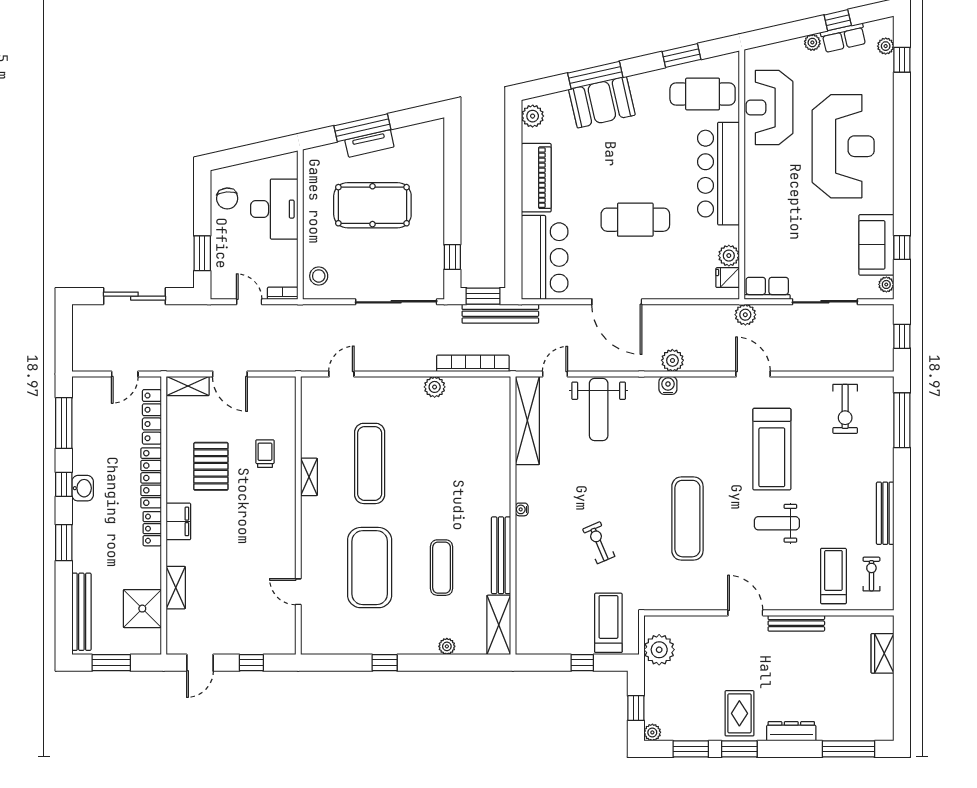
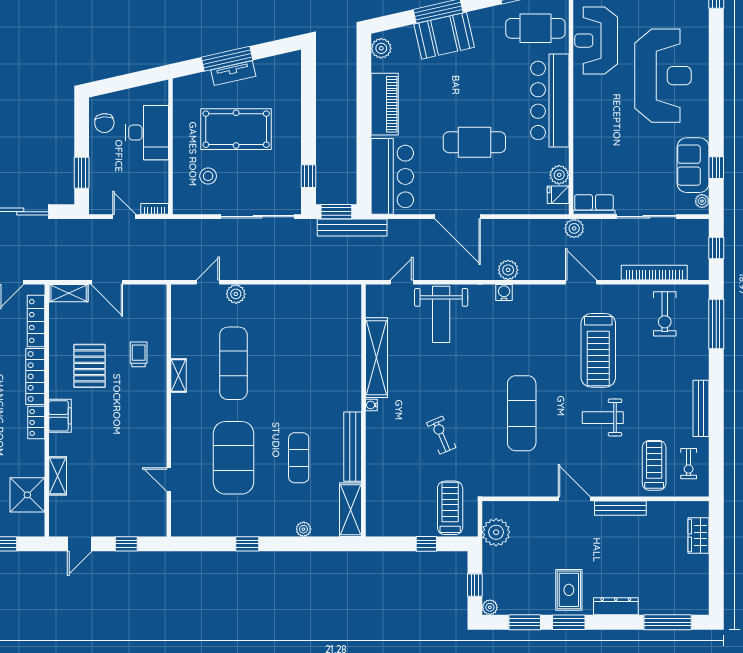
stool: (319, 276) -> (208, 176), moved
bookcase: (473, 363) -> (654, 273), moved
plant: (435, 387) -> (236, 294), moved
shelving: (527, 421) -> (377, 358), moved
exercise bike: (871, 574) -> (689, 464), turned 180

